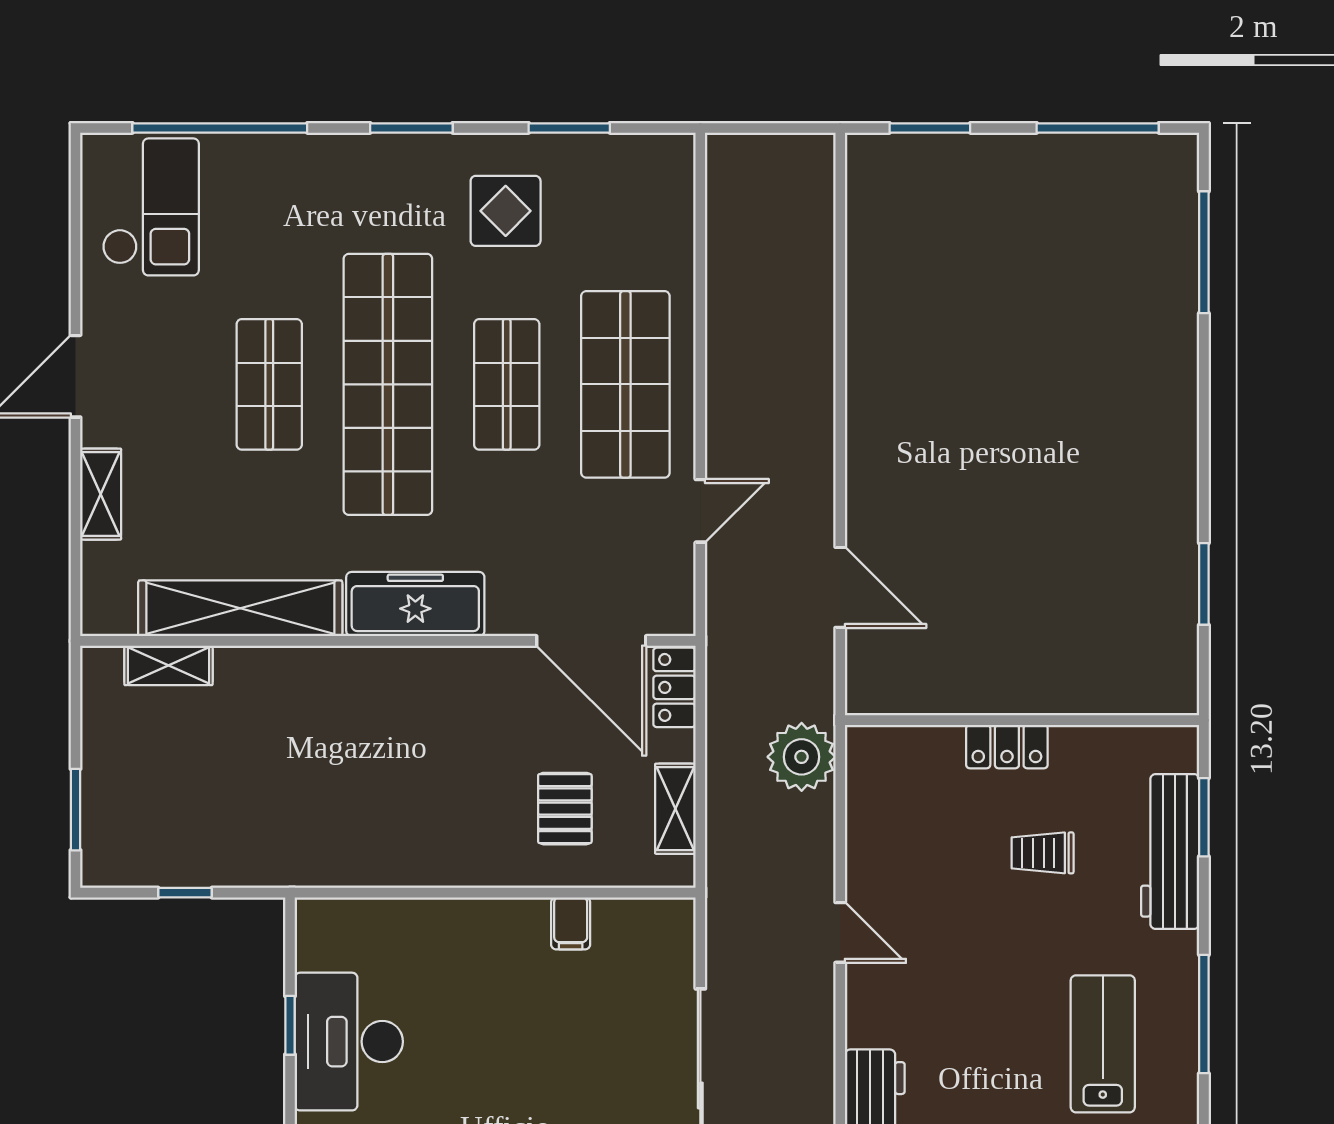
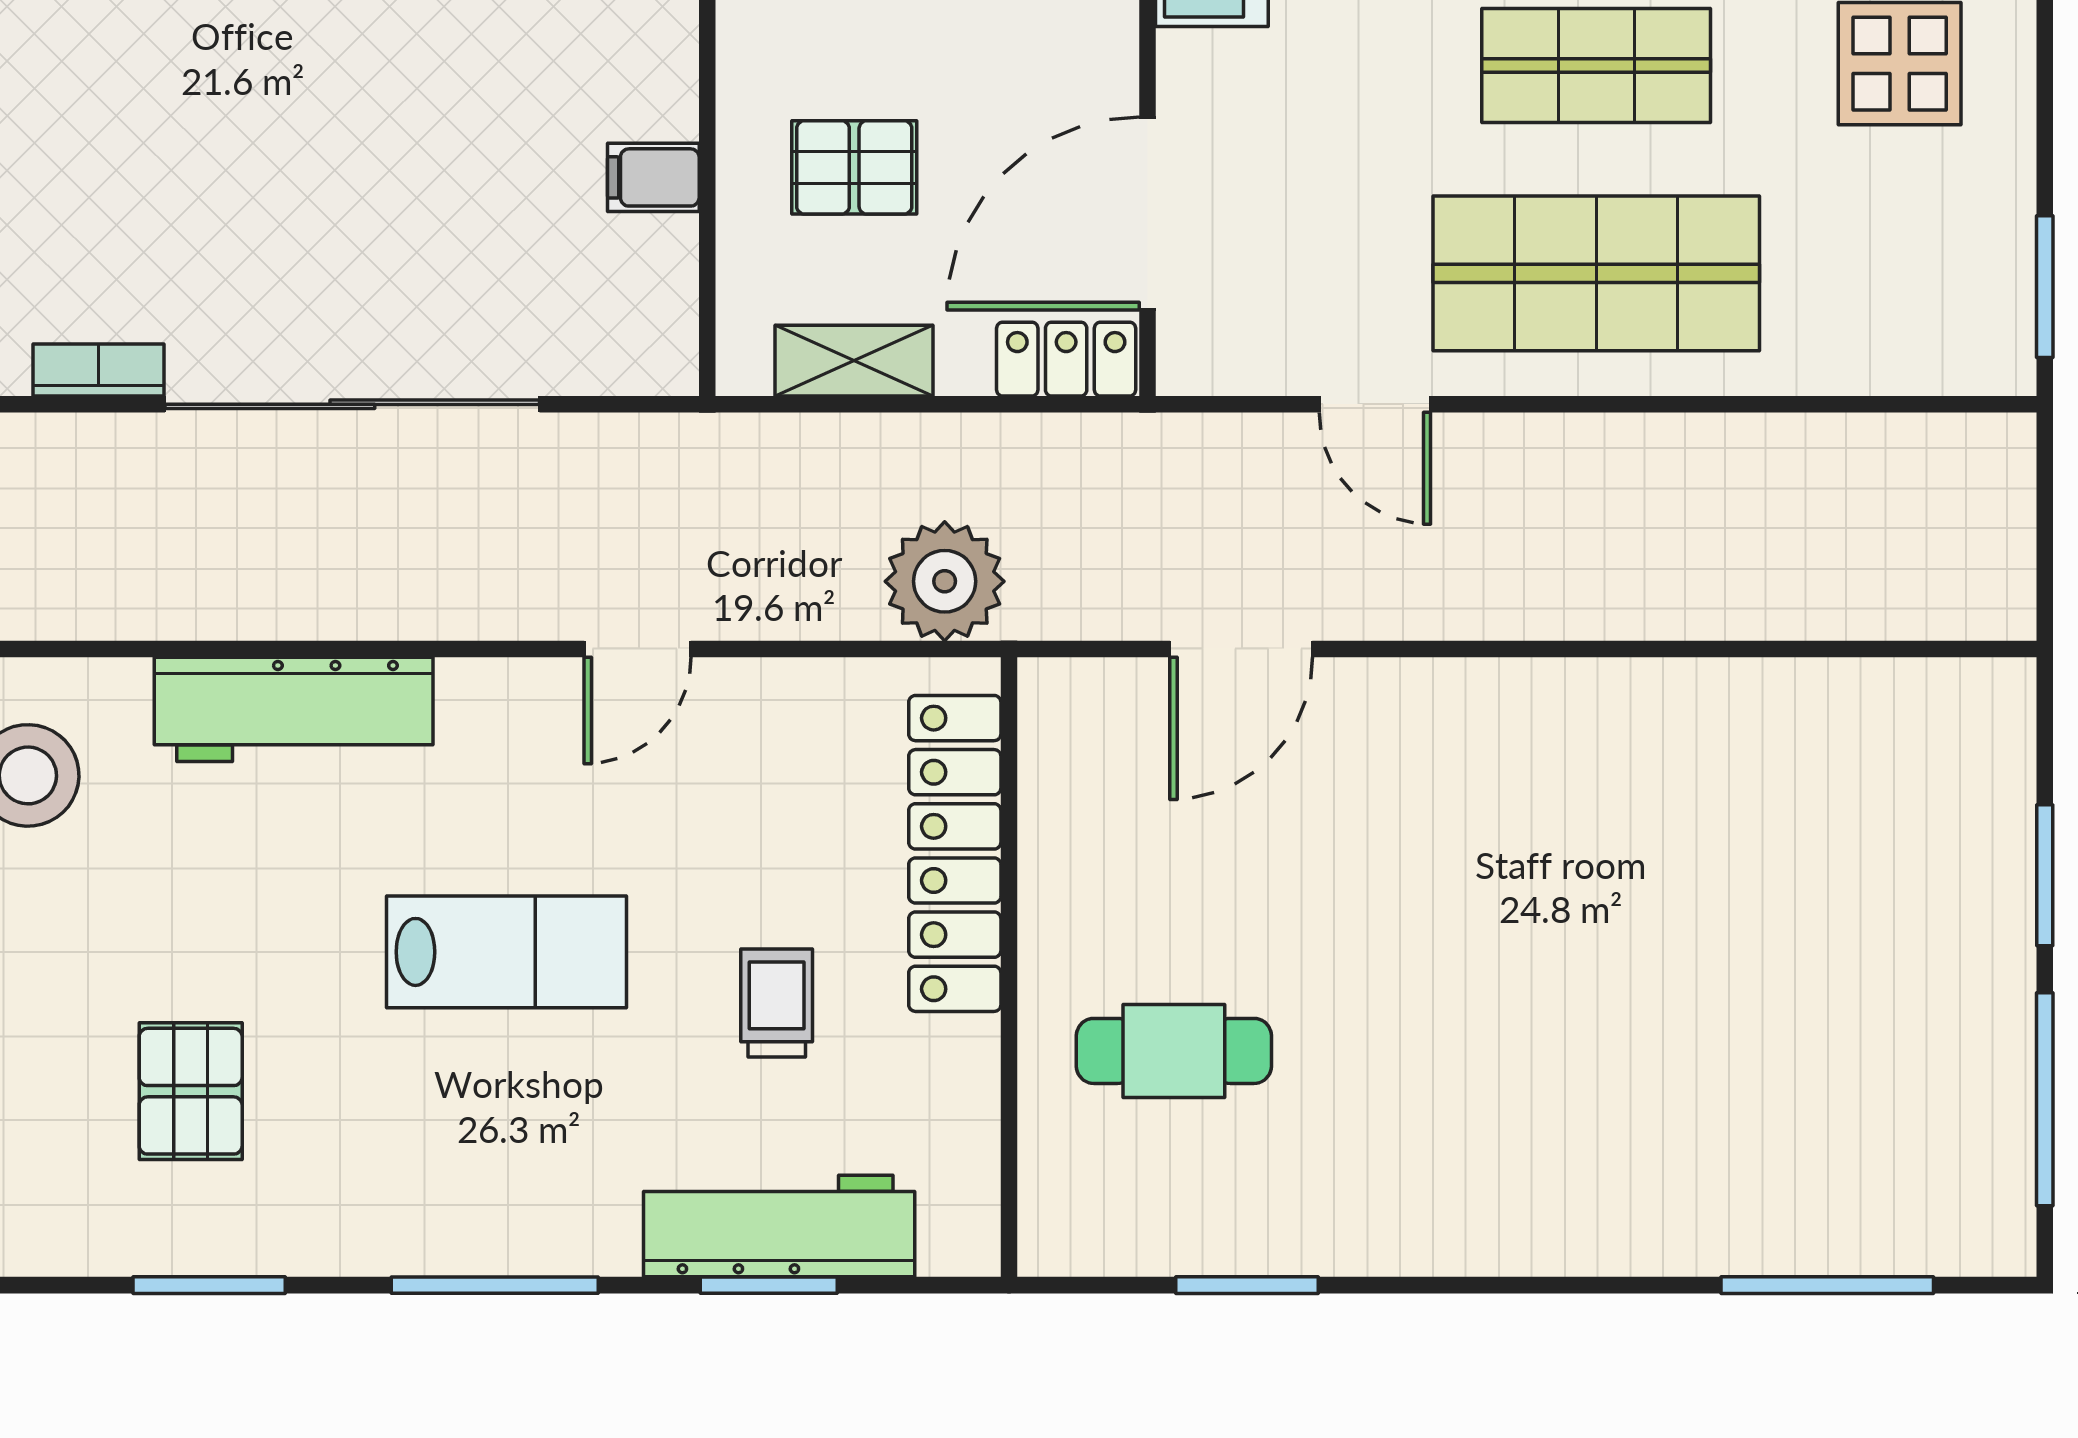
window: (569, 128) -> (2045, 287), moved
window: (930, 128) -> (2045, 875), moved
cafe table: (1070, 626) -> (1174, 1051), added
locker: (1007, 747) -> (955, 853), width x2.16, depth x1.21
window: (1204, 817) -> (769, 1285), moved
lab bench: (1103, 1044) -> (507, 952), moved

